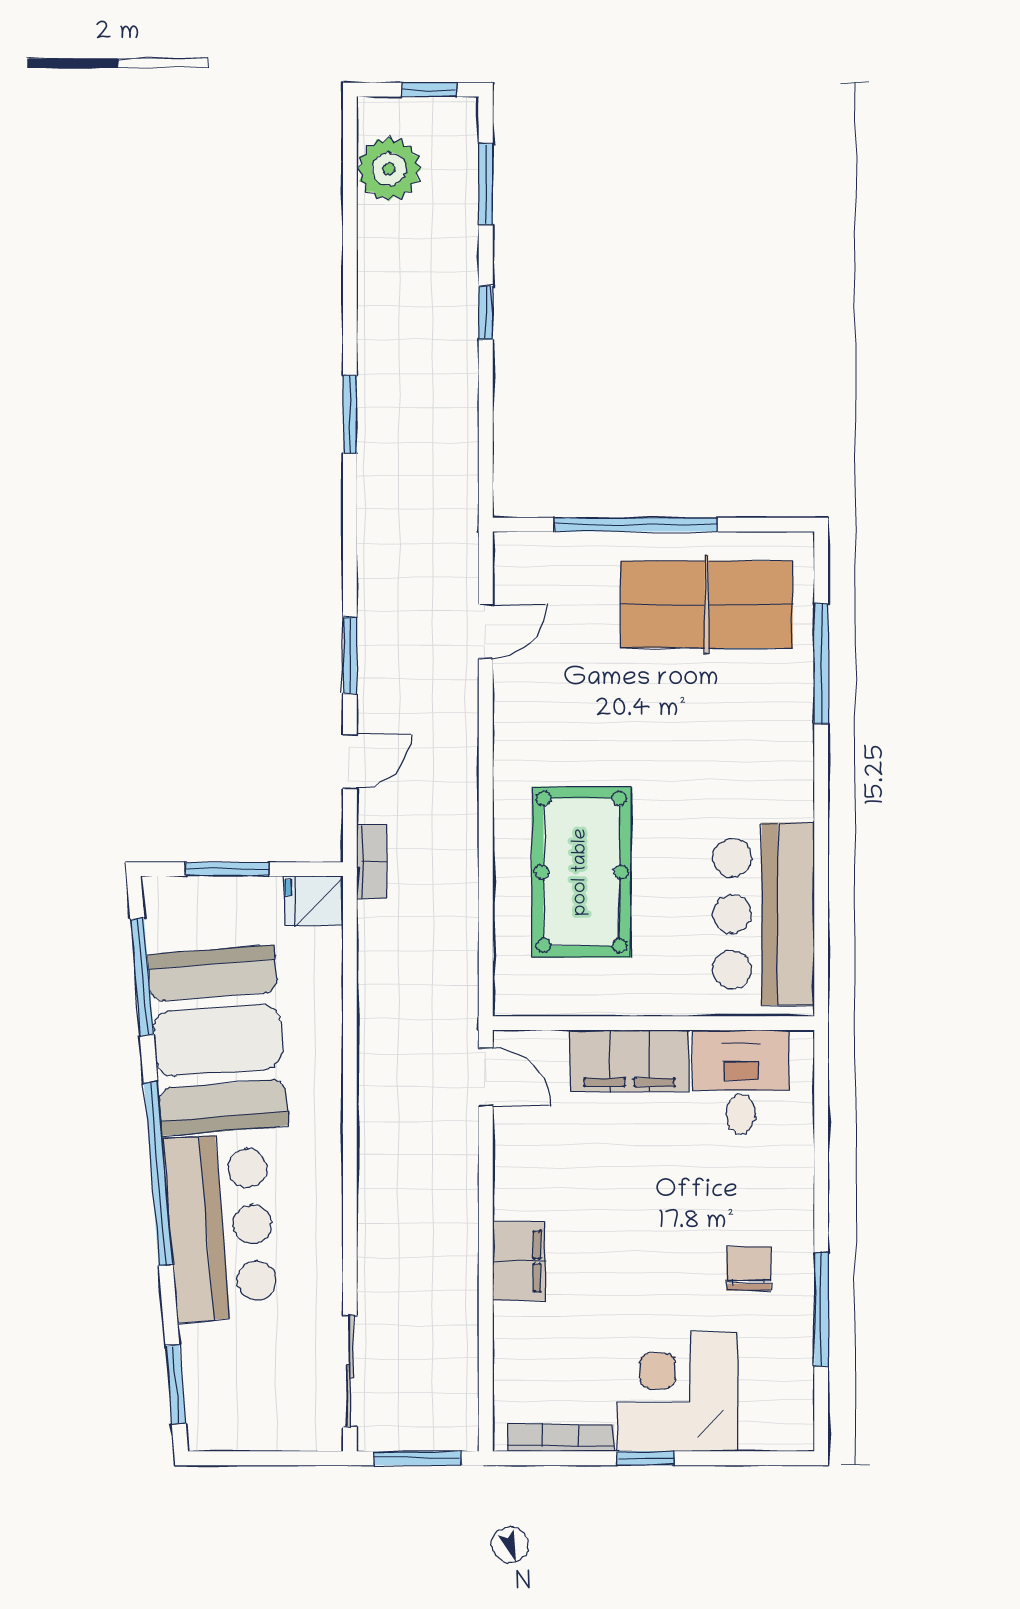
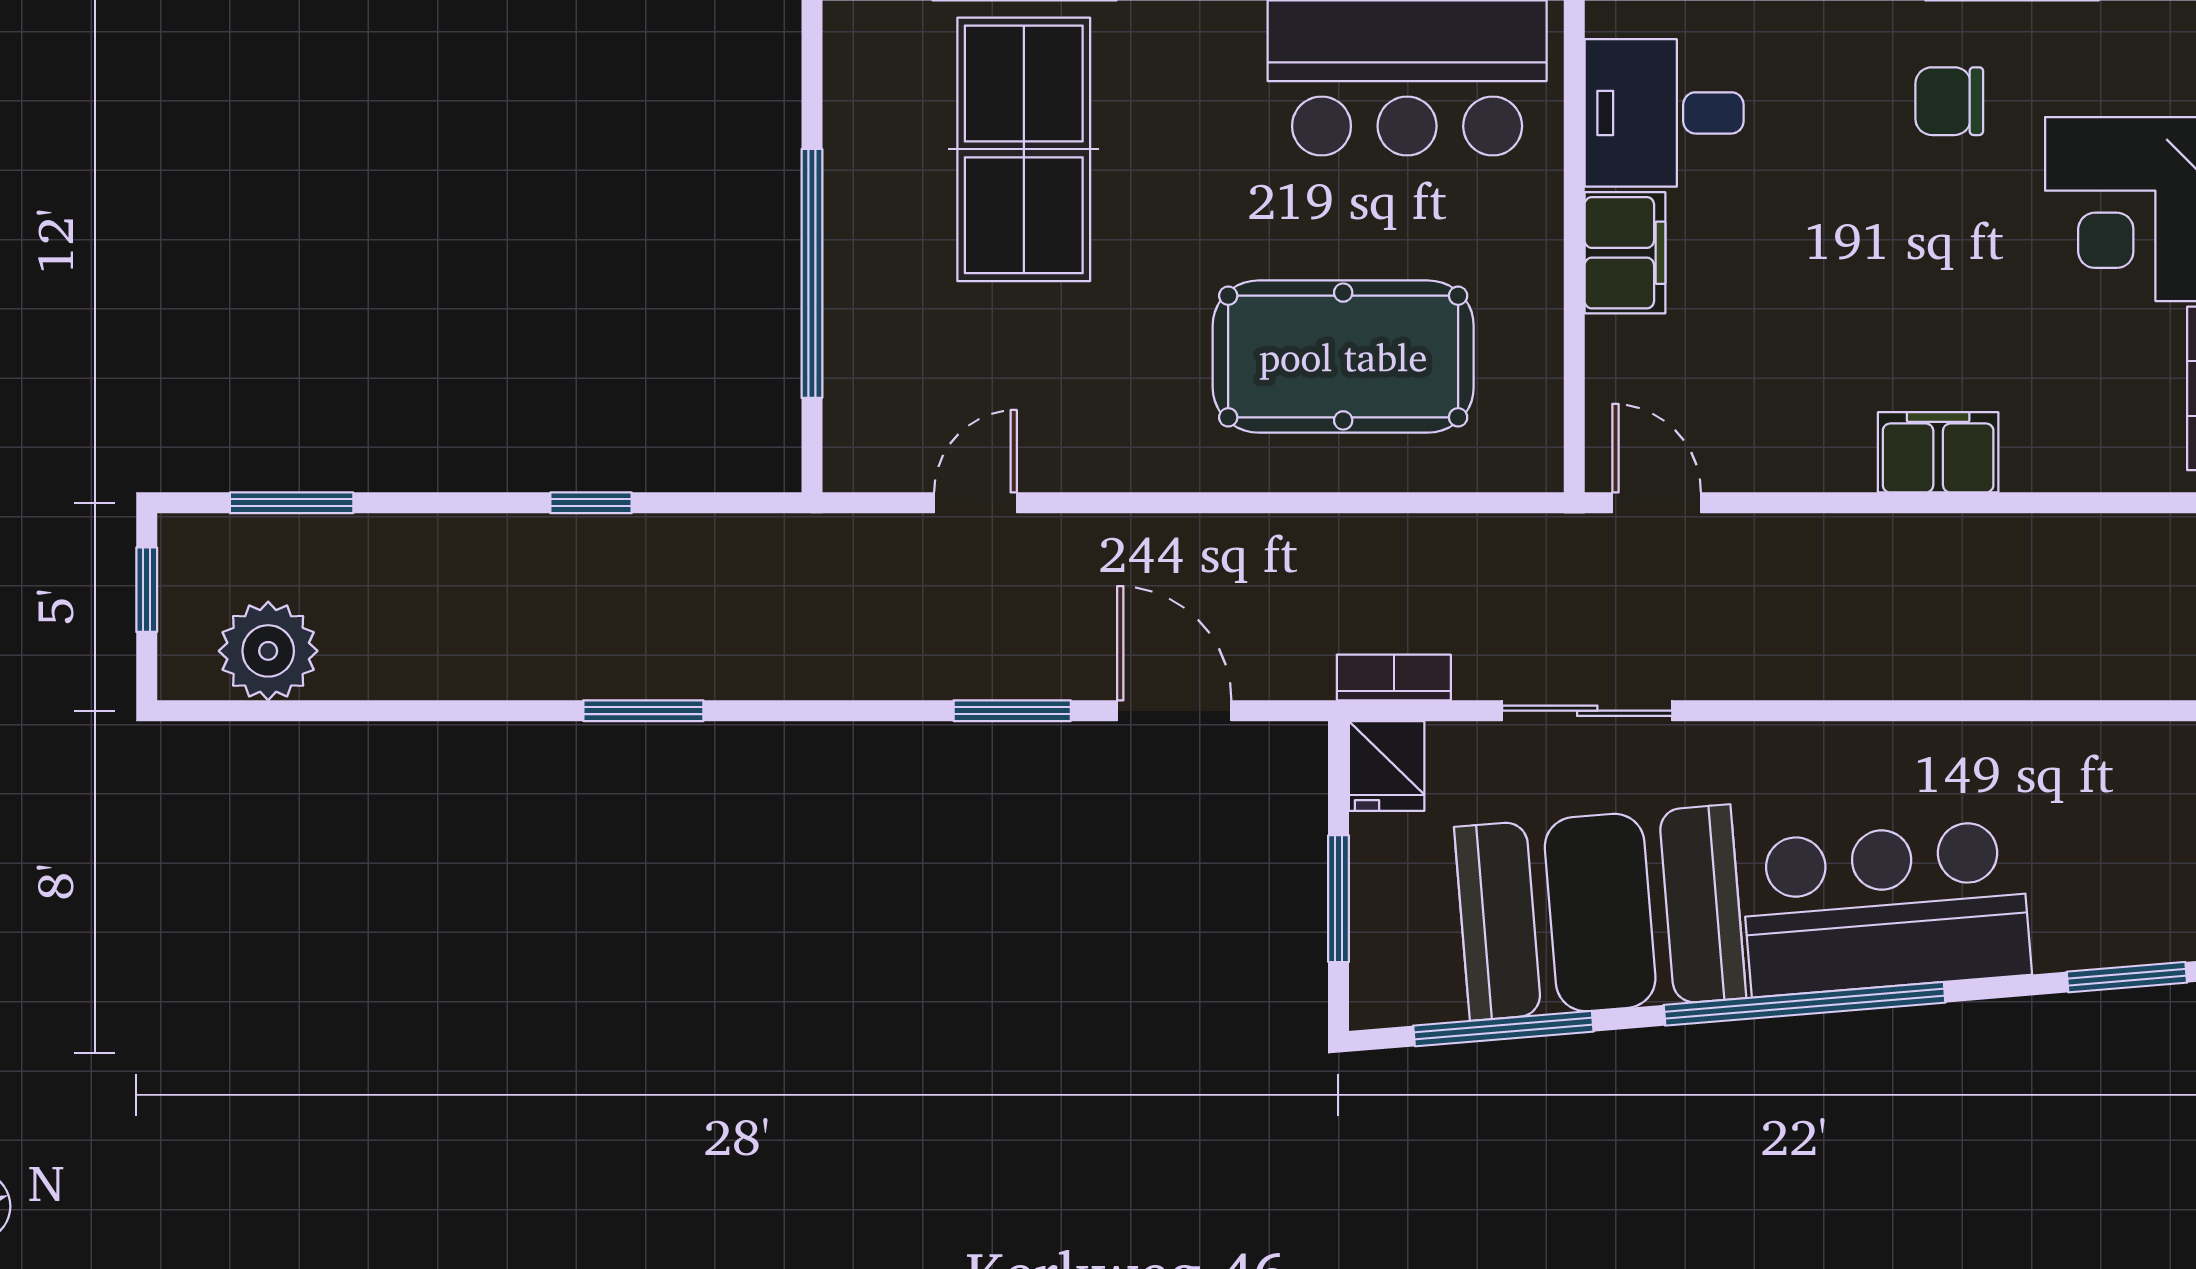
window: (486, 313) -> (591, 503), moved
table tennis table: (707, 604) -> (1024, 149), moved
door: (486, 632) -> (976, 503), hinge flipped
door: (350, 762) -> (1174, 711), width x1.38
bookcase: (372, 862) -> (1394, 678), moved
filing cabinet: (630, 1061) -> (1625, 253), width x0.67, depth x0.86
door: (486, 1077) -> (1657, 503), hinge flipped
sliding door: (350, 1371) -> (1587, 711), moved

